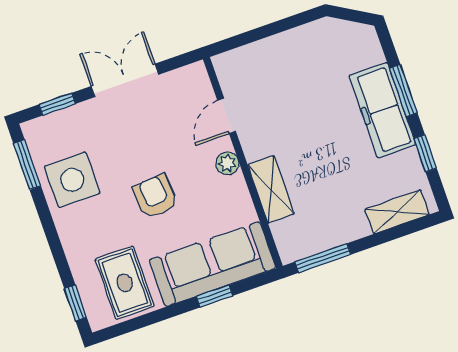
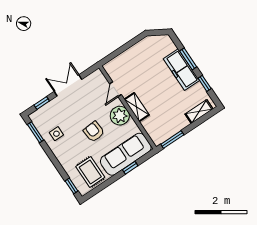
plant: (227, 163) -> (120, 116), width x1.88, depth x1.88
side table: (72, 180) -> (56, 134), width x0.54, depth x0.54
shelving: (271, 189) -> (137, 107), moved

